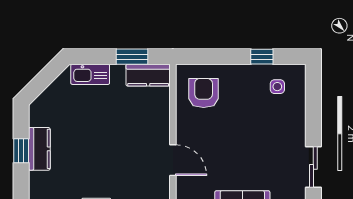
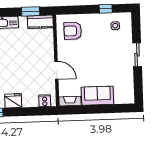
armchair: (204, 93) -> (73, 31), turned -90
sliding door: (313, 167) -> (137, 55), moved

